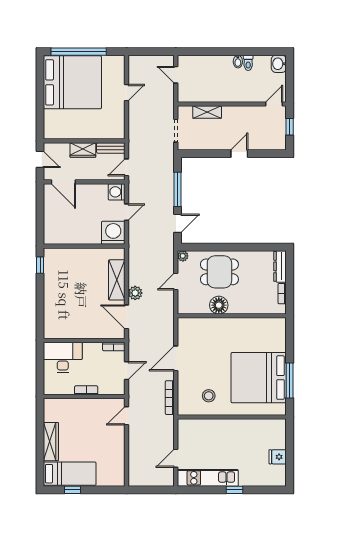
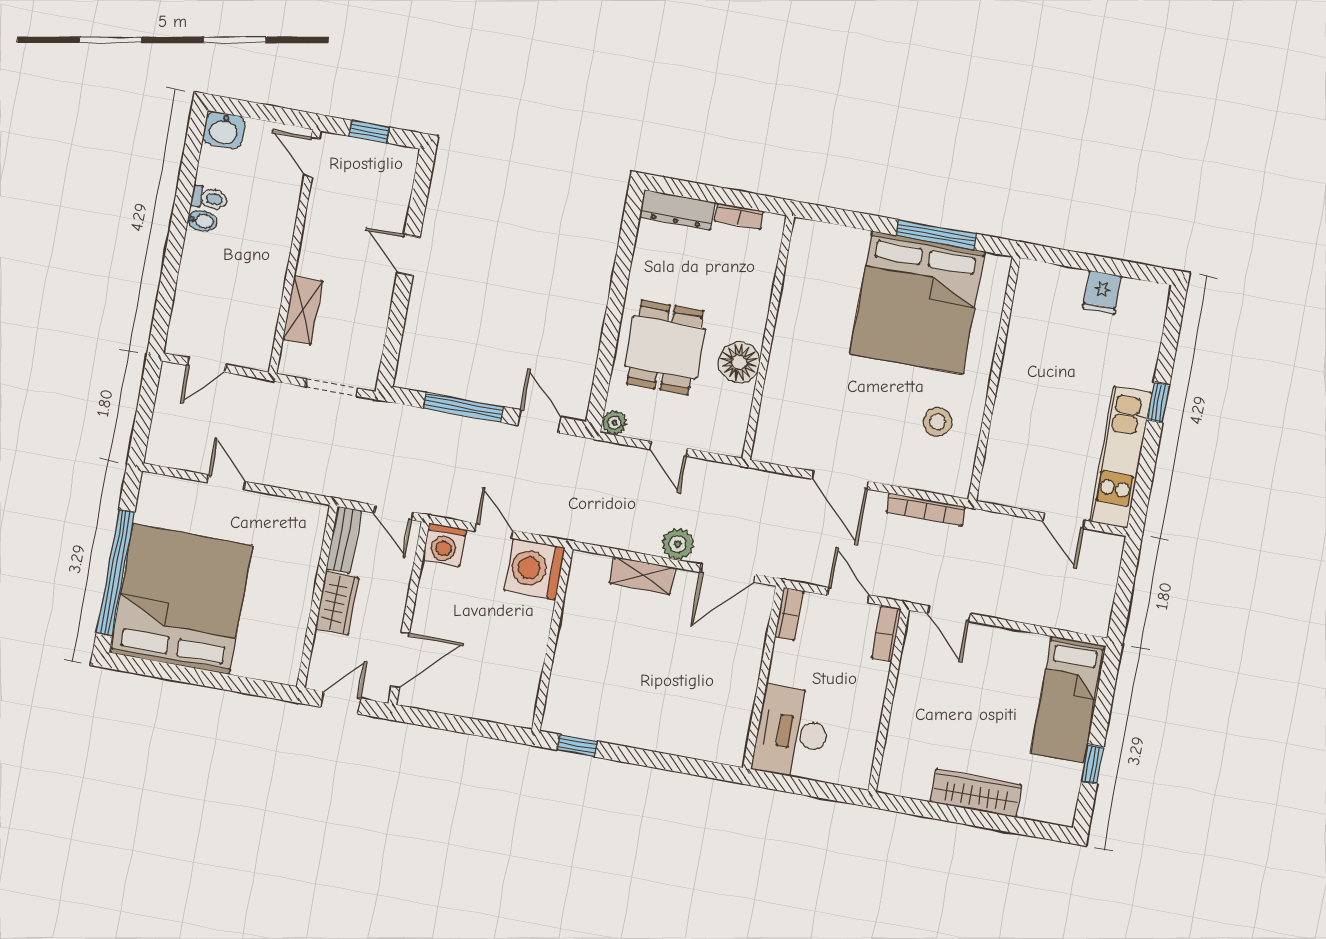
shelving: (117, 280) -> (642, 576), width x0.67, depth x0.75
bookcase: (86, 390) -> (886, 634), moved
bed: (70, 474) -> (1067, 699), moved, turned 180

